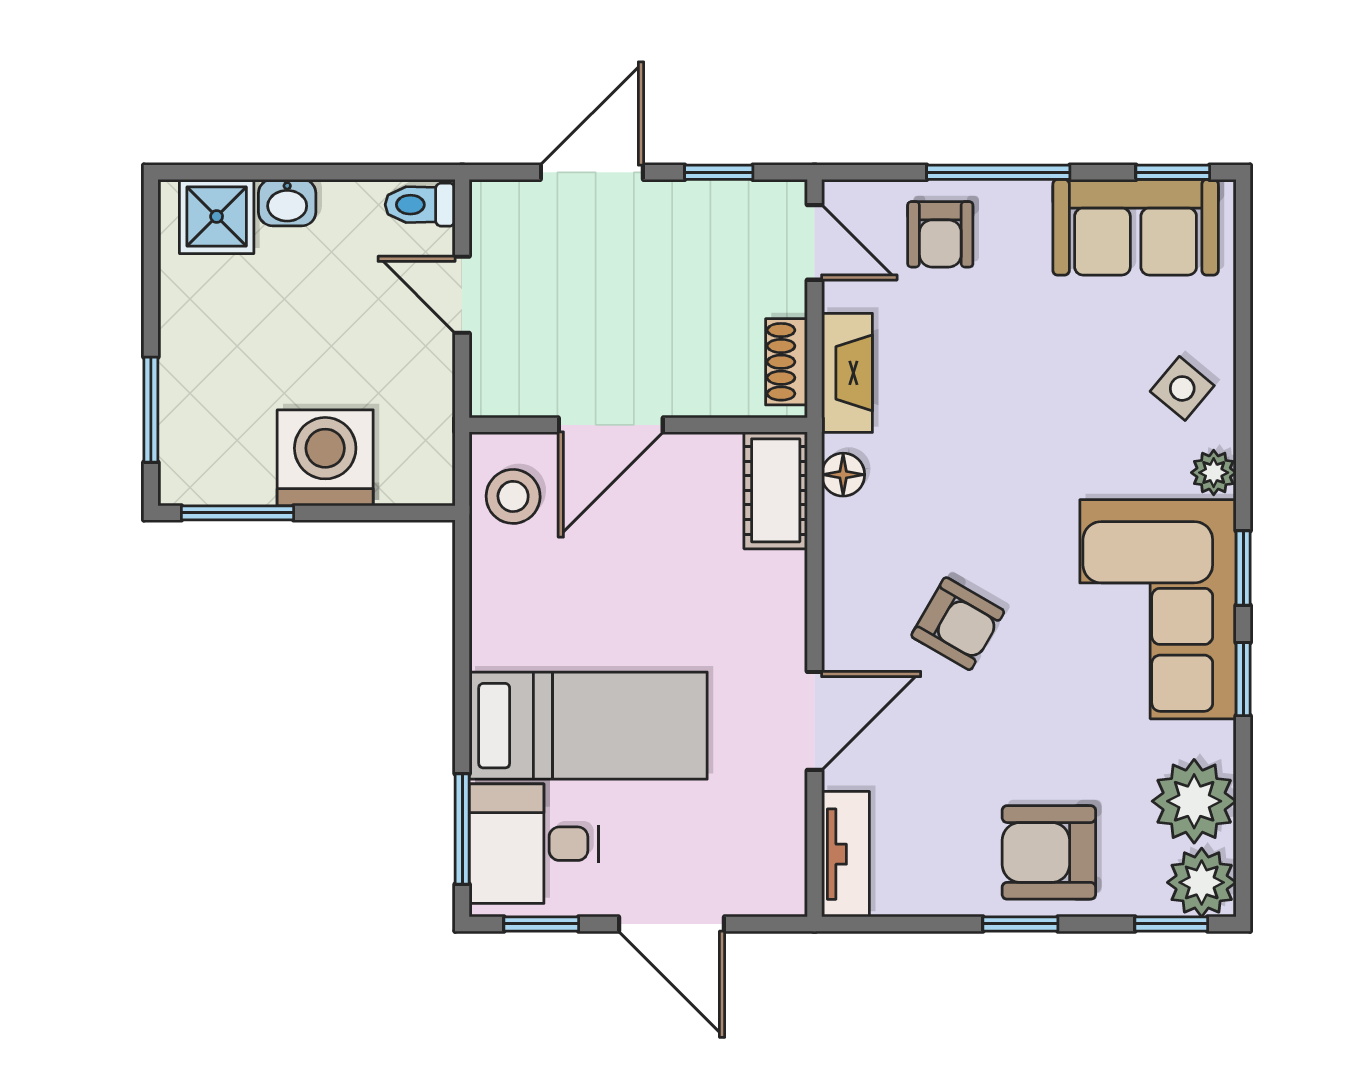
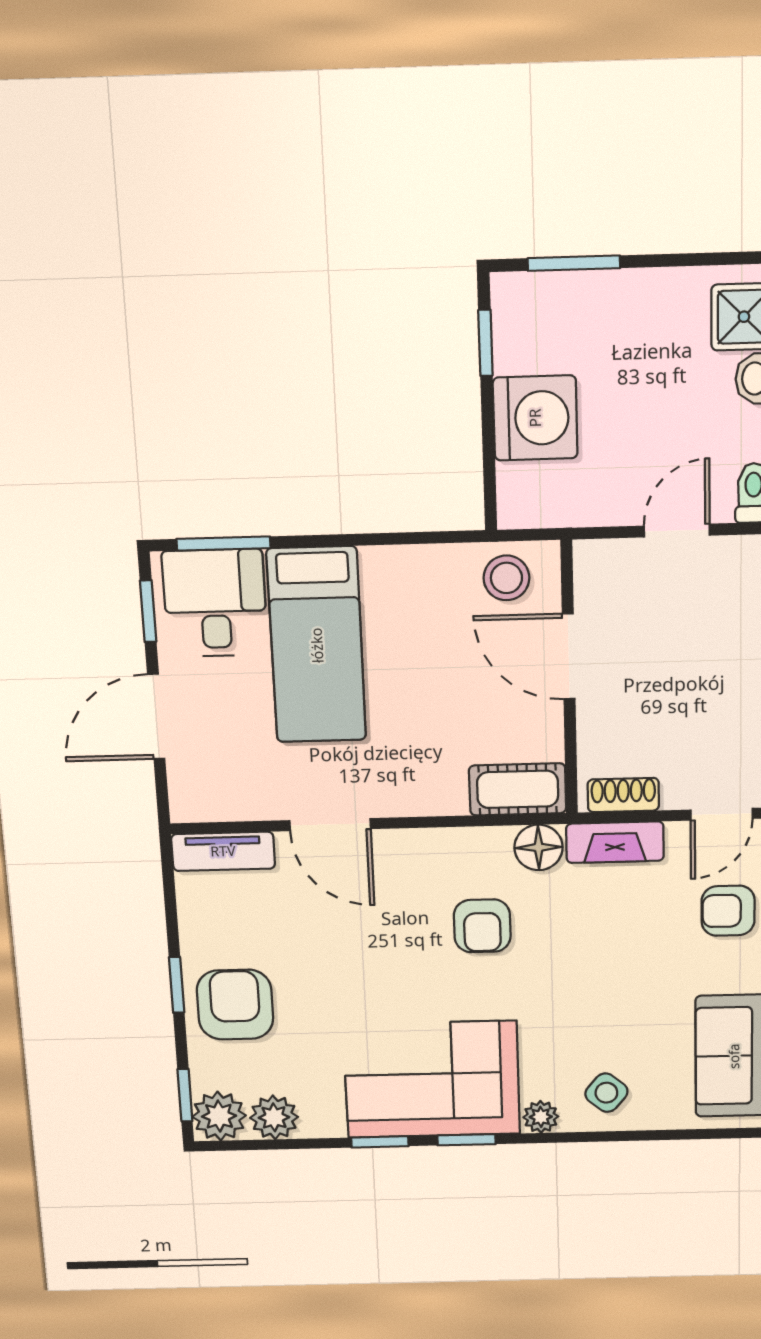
floor lamp: (843, 475) -> (539, 847), width x1.37, depth x1.37
window: (237, 513) -> (485, 343), width x0.67
armchair: (958, 624) -> (482, 926), moved, turned -30
plant: (1194, 801) -> (274, 1117), width x0.73, depth x0.73

